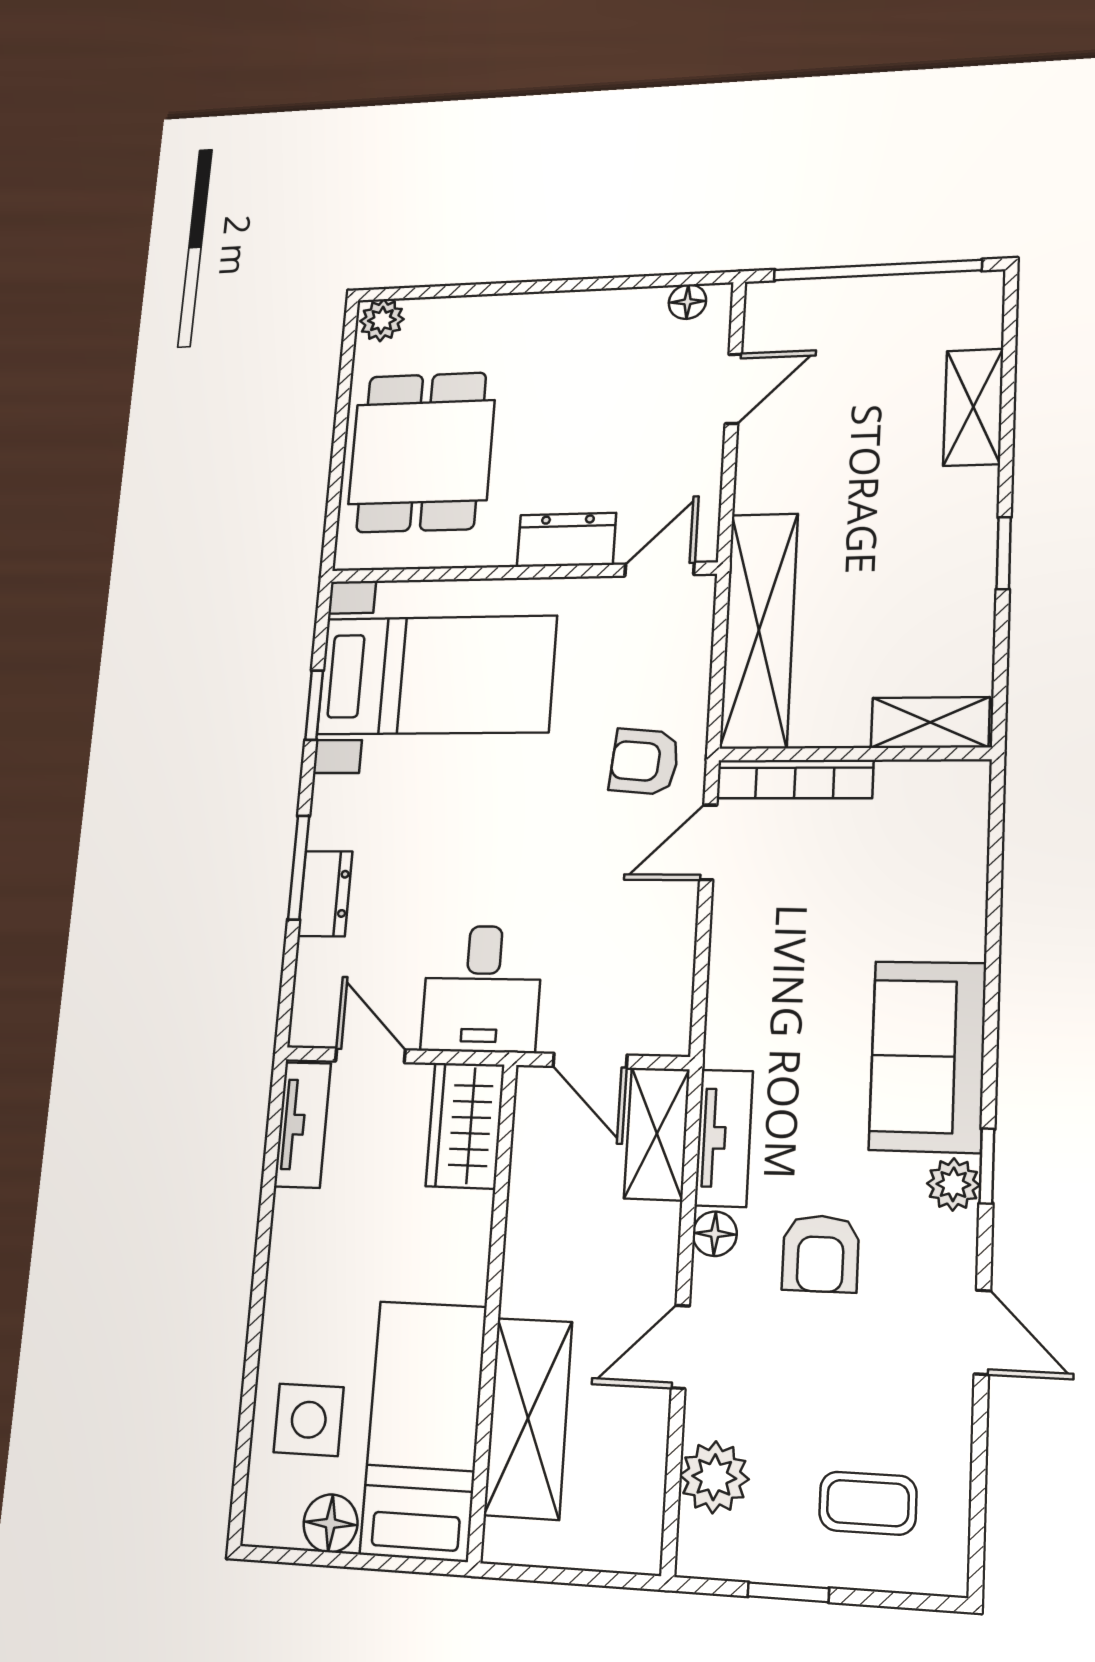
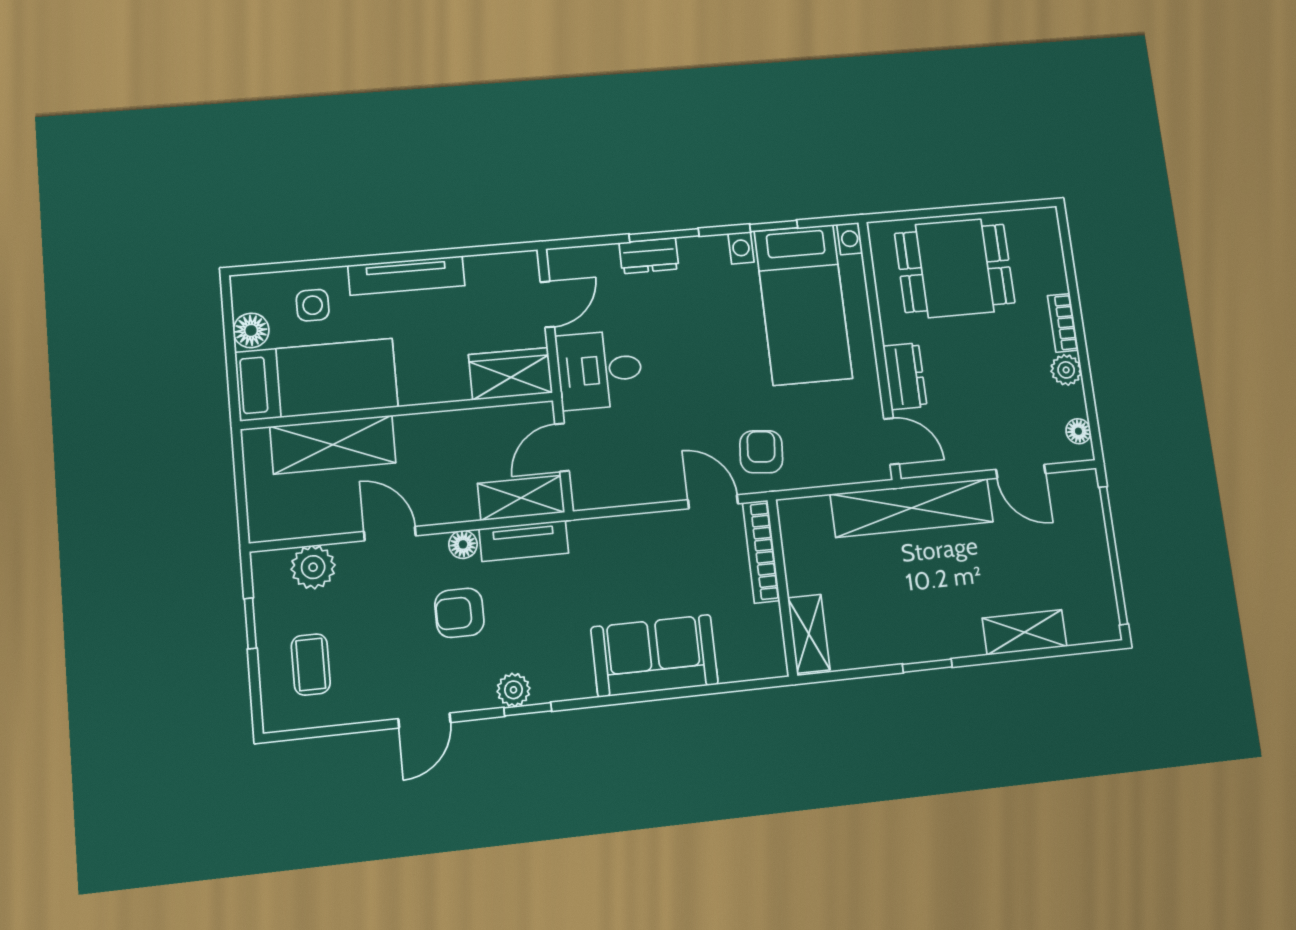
bookcase: (527, 308) -> (1063, 323), added
plant: (382, 320) -> (1066, 370), moved
shelving: (759, 630) -> (912, 508), moved
sofa: (928, 1056) -> (654, 656), moved
tv unit: (303, 1125) -> (406, 276), moved, width x1.41
side table: (309, 1420) -> (313, 305), width x0.73, depth x0.73

